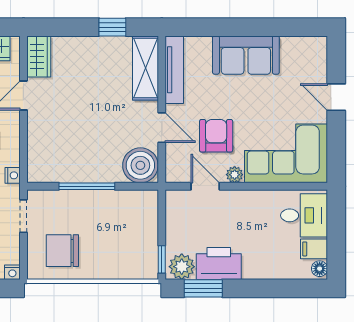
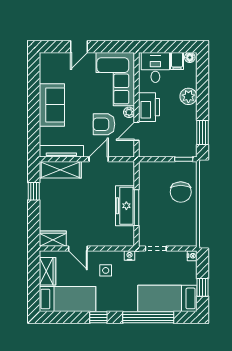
boiler: (140, 165) -> (123, 173), removed
freezer: (90, 168) -> (125, 206), added
chair: (62, 251) -> (181, 192), moved
printer: (219, 263) -> (149, 107), moved, turned 180
plant: (182, 267) -> (188, 96), moved

